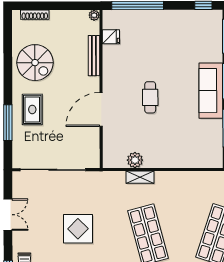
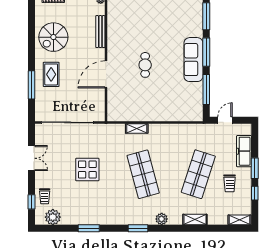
fridge: (111, 37) -> (114, 17), removed
spiral stairs: (35, 63) -> (53, 37), turned 90
plant: (135, 160) -> (133, 115), removed

